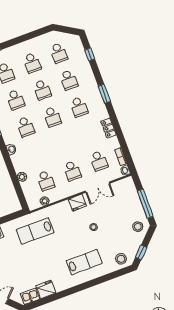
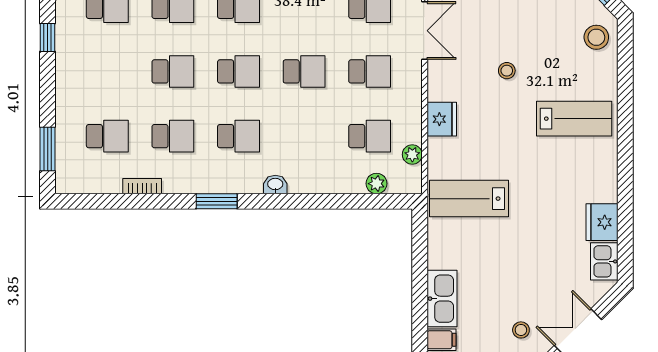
window: (37, 33) -> (48, 38), added
school desk: (32, 63) -> (304, 71), moved
plant: (22, 177) -> (377, 184), moved
fridge: (77, 203) -> (442, 119), moved
lab bench: (35, 231) -> (469, 199), turned 90
lab bench: (84, 262) -> (574, 119), turned 90

